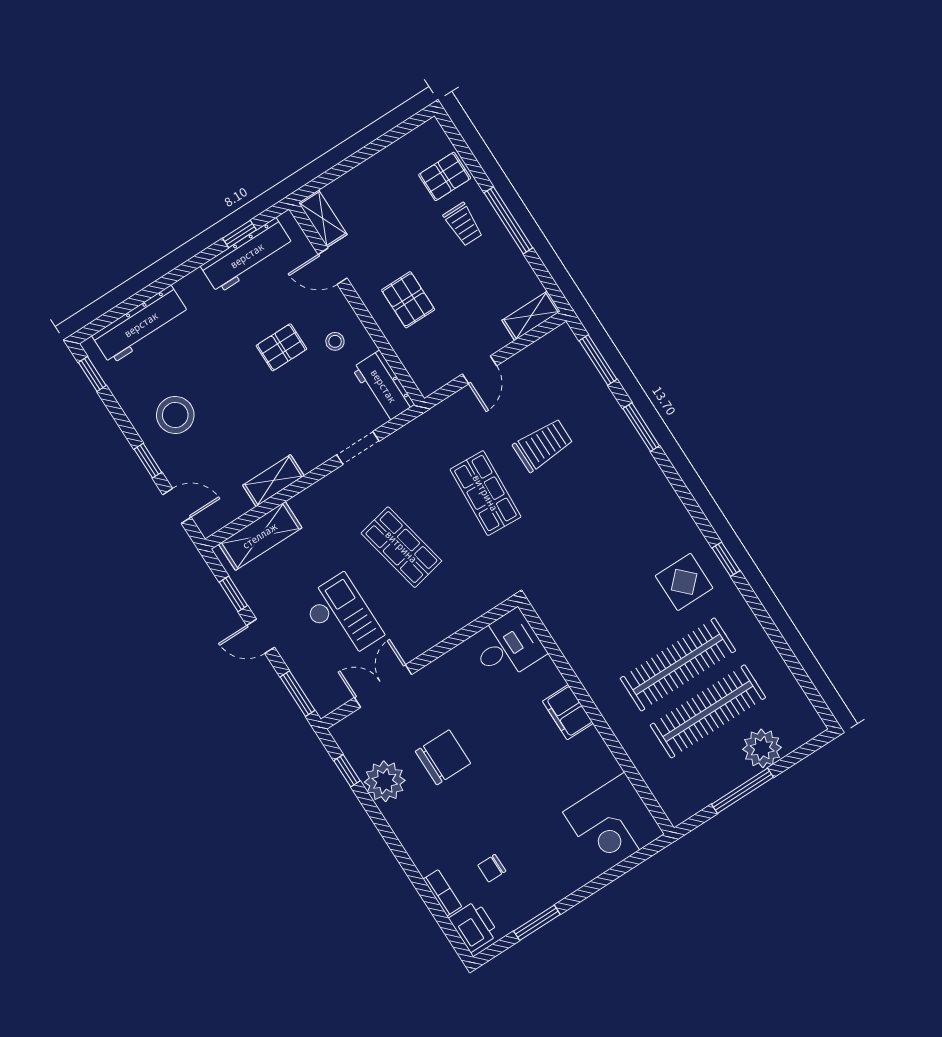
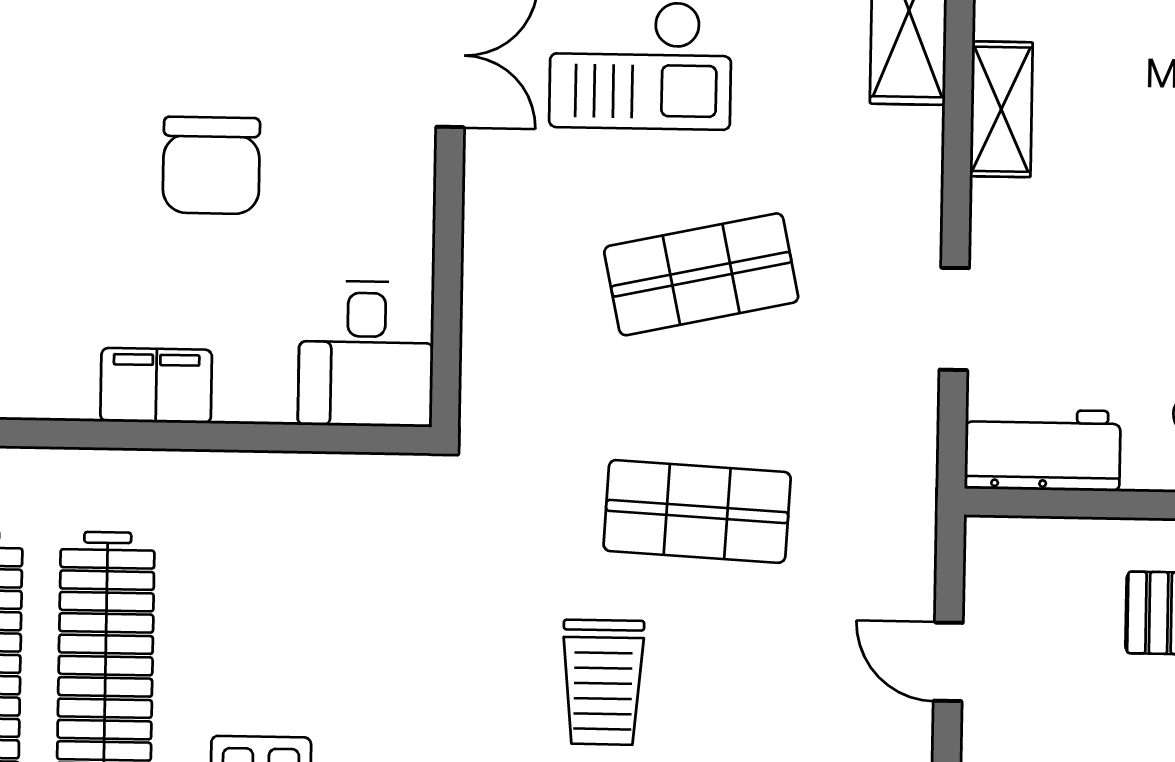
trolley: (543, 445) -> (603, 682), moved
chair: (443, 757) -> (211, 165), moved

